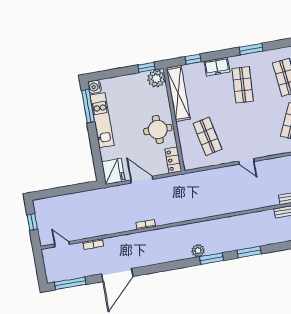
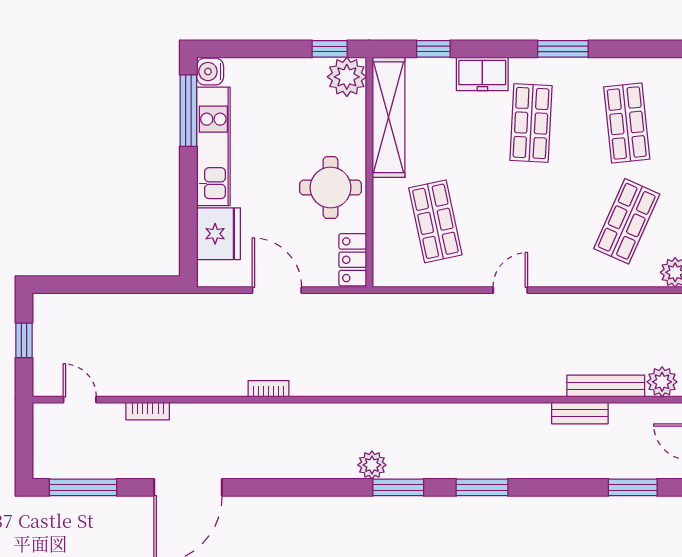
door: (246, 161) -> (510, 290), swing flipped
fridge: (113, 171) -> (219, 234), moved

